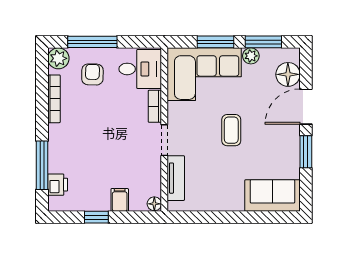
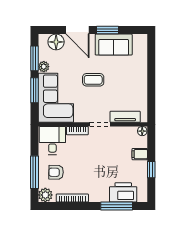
printer: (58, 185) -> (123, 192), width x1.87, depth x1.48
sofa: (273, 196) -> (114, 45), moved, turned -90

